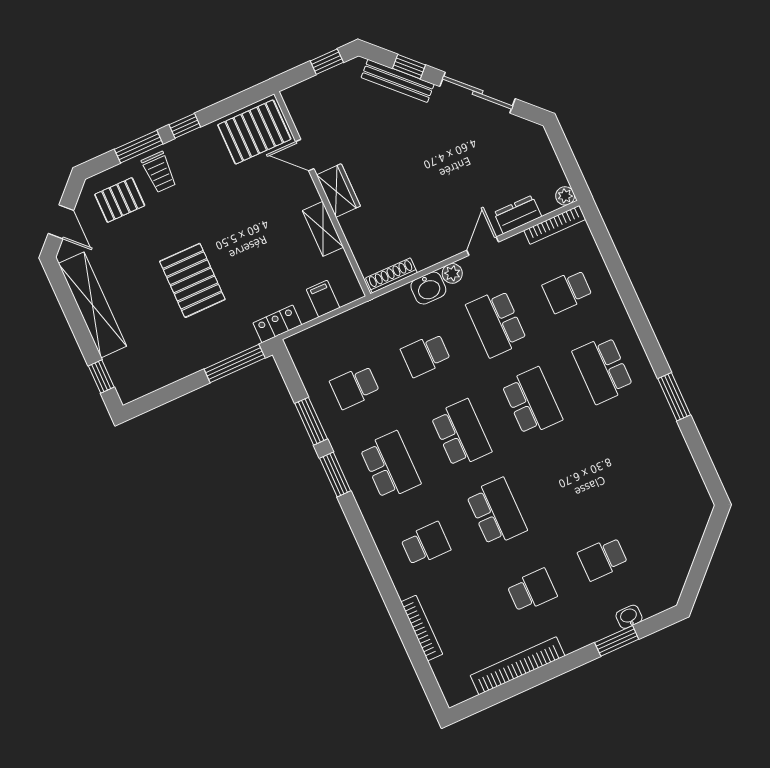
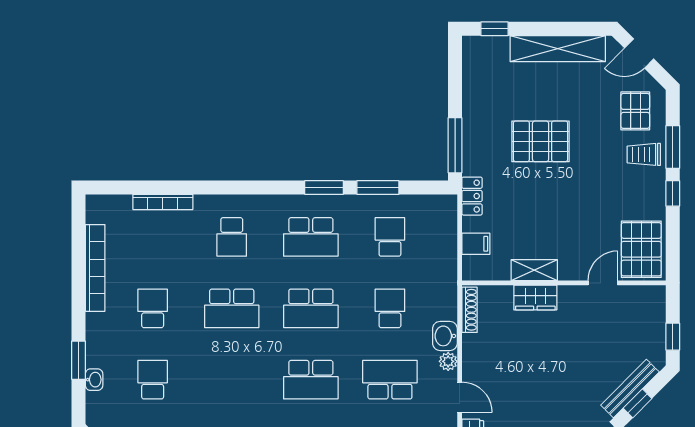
wardrobe: (338, 191) -> (535, 298), moved
school desk: (532, 591) -> (153, 308), turned 180

